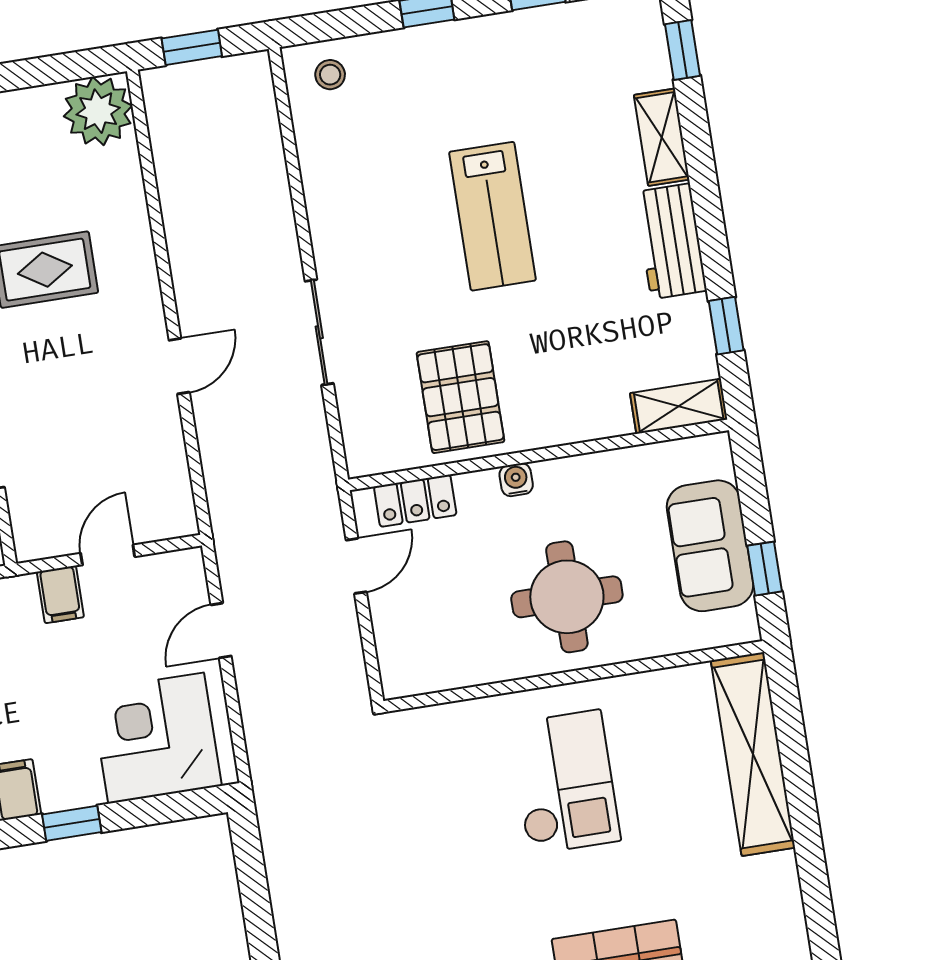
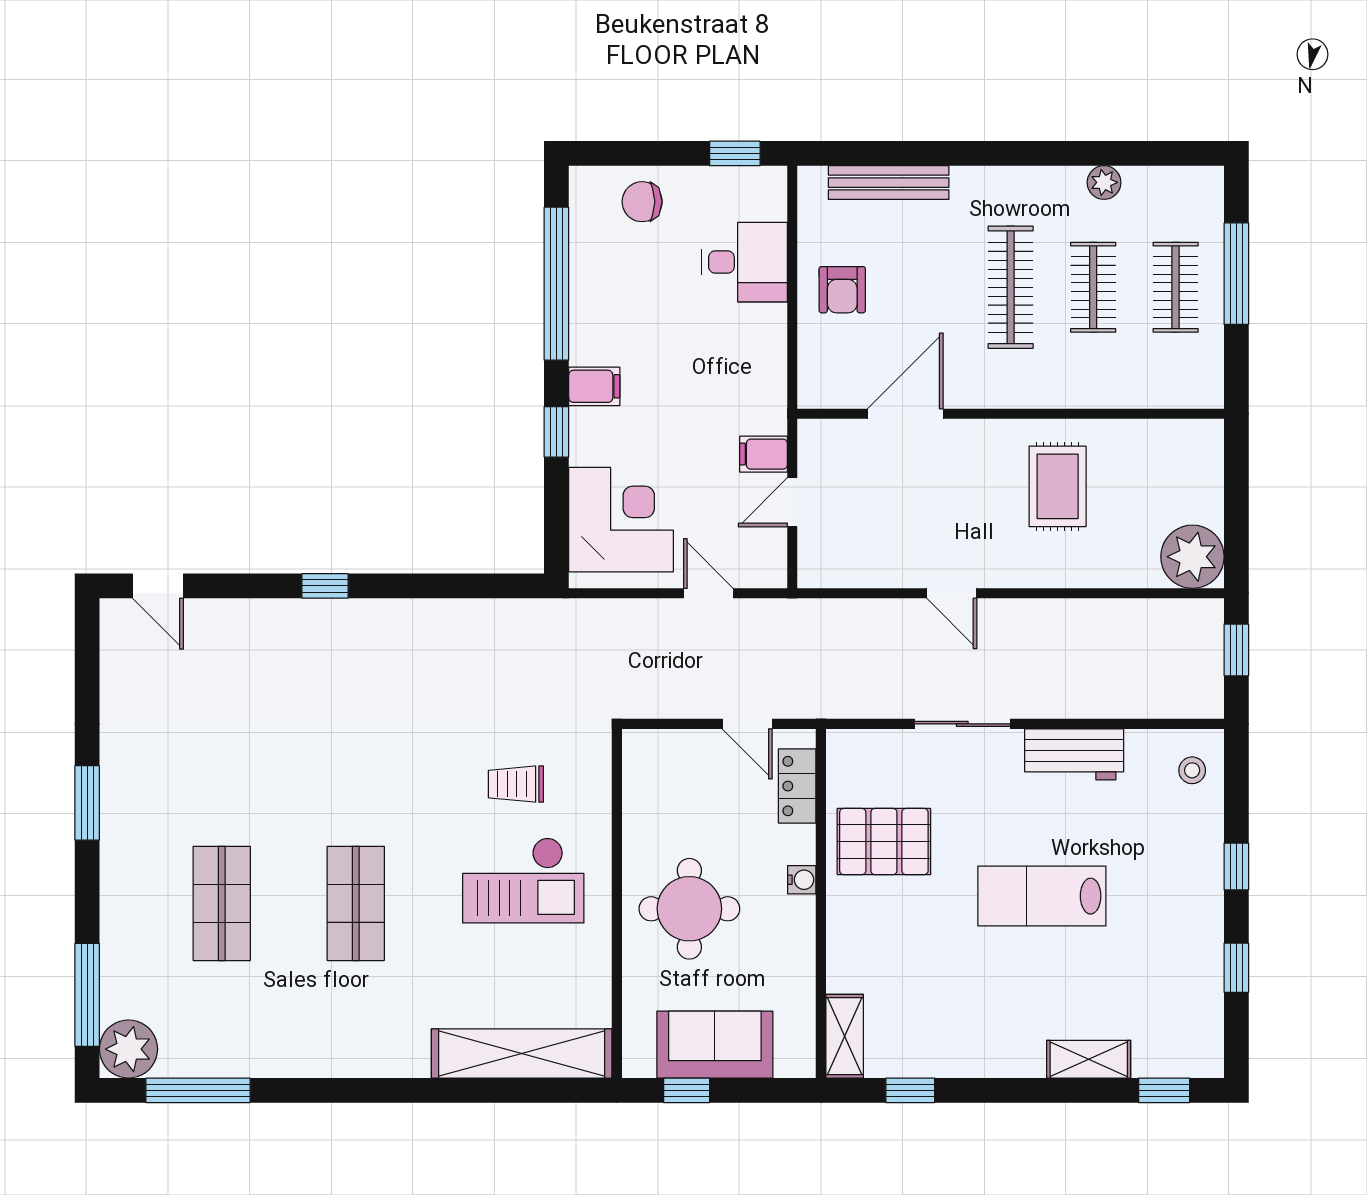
workbench: (671, 241) -> (1074, 754), moved, turned 180
door: (108, 555) -> (792, 502), swing flipped
trolley: (461, 807) -> (516, 784), added

